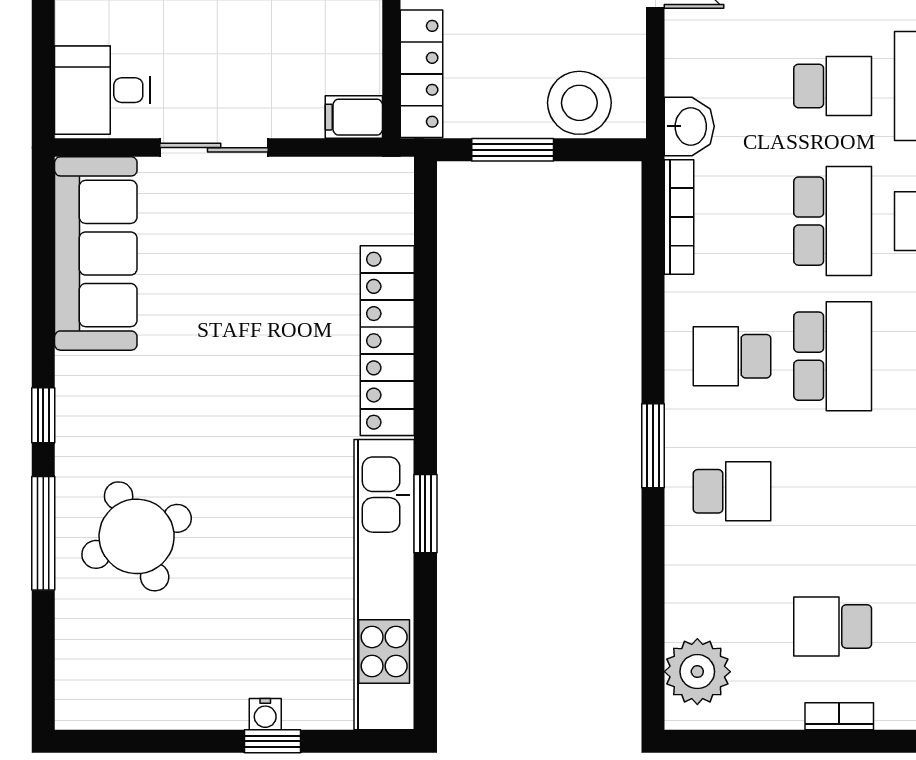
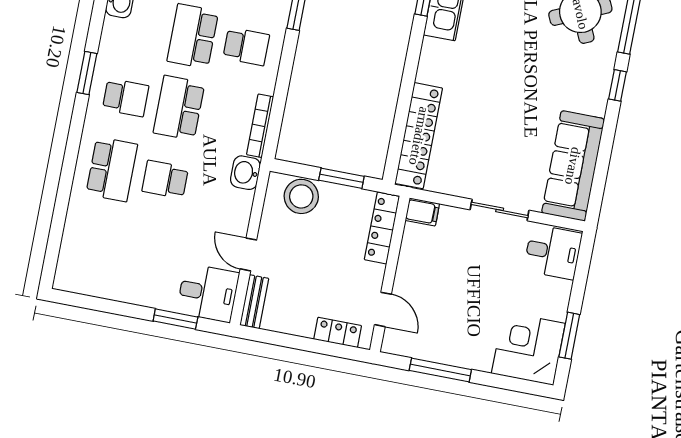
locker: (387, 341) -> (419, 136), moved

